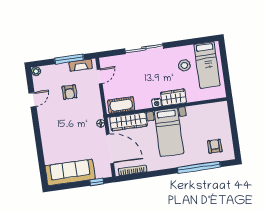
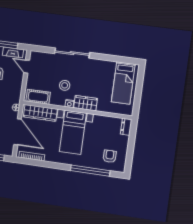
stool: (184, 65) -> (65, 85), moved
door: (100, 76) -> (27, 67), swing flipped
dresser: (223, 110) -> (126, 127), added

